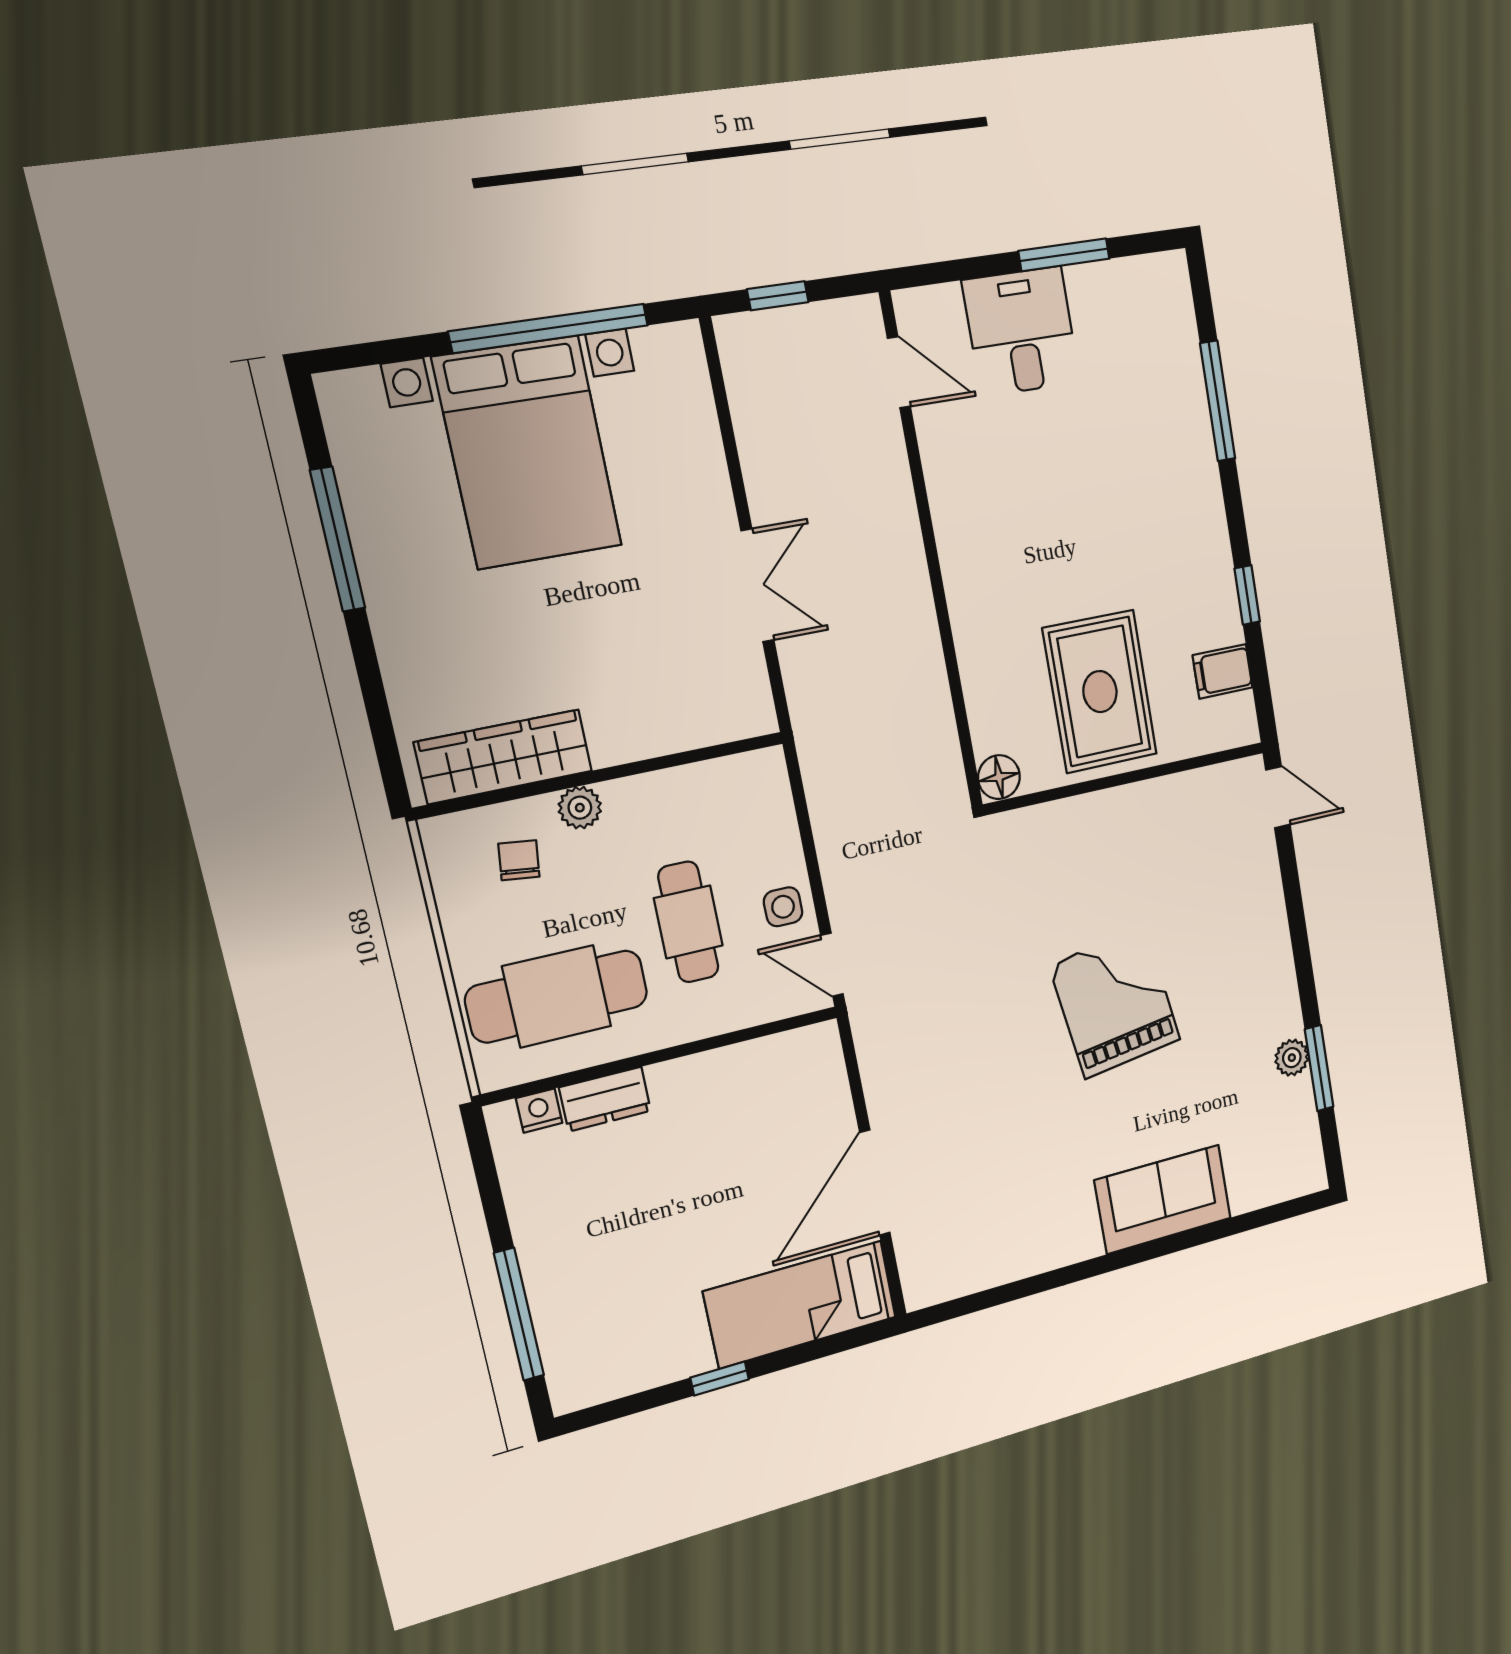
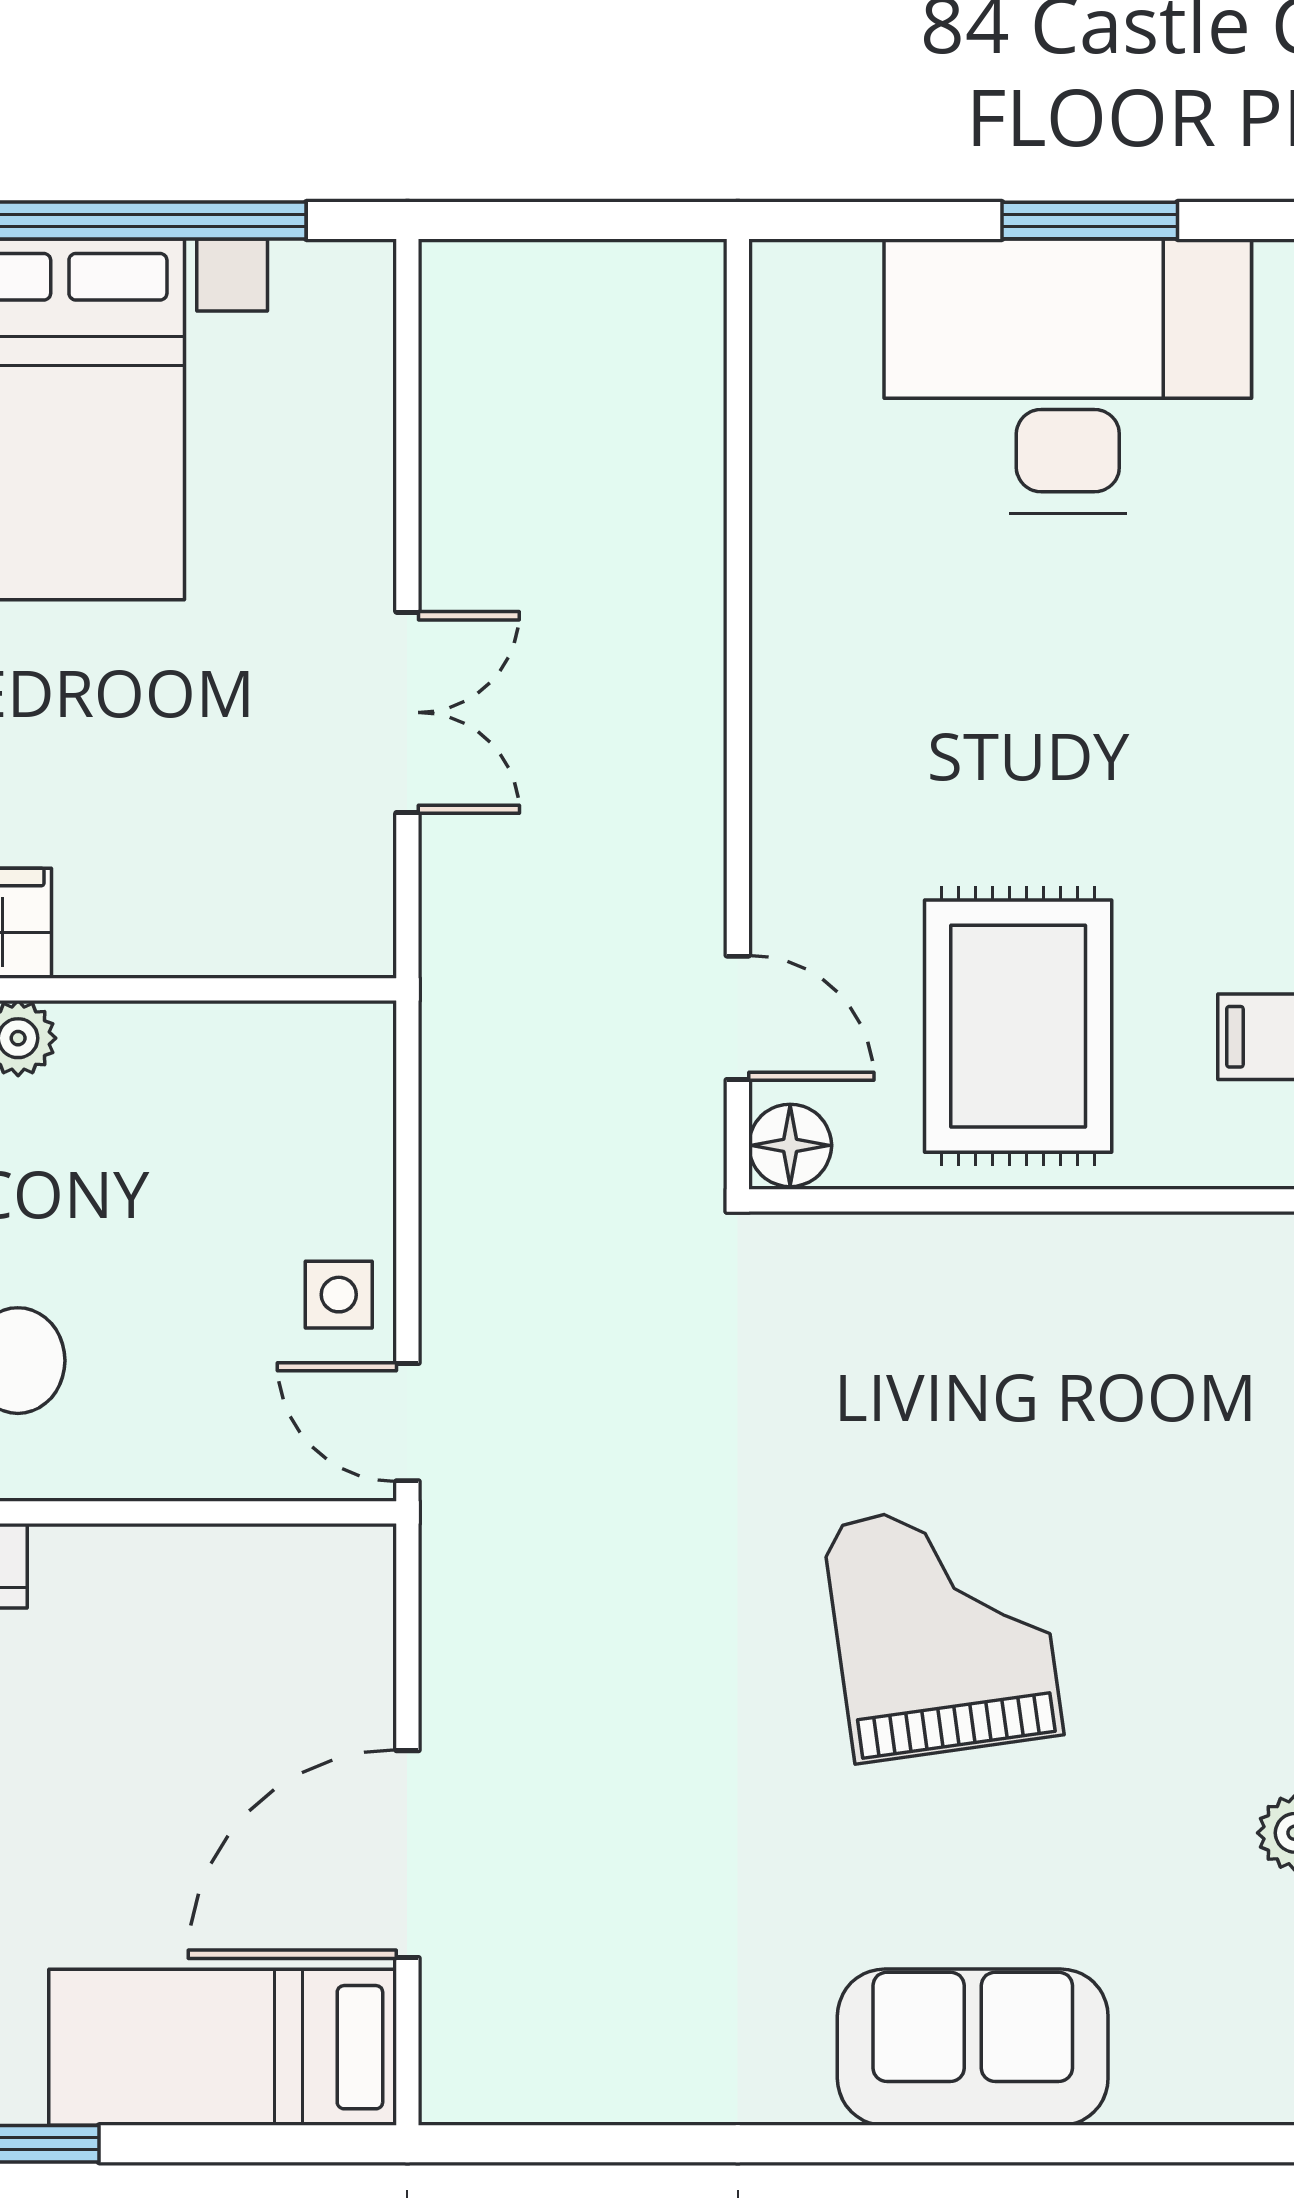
window: (778, 296) -> (544, 221), removed
desk: (1021, 332) -> (1068, 376), width x1.87, depth x1.30
door: (899, 372) -> (738, 1018), moved
cafe table: (688, 922) -> (164, 1283), removed

